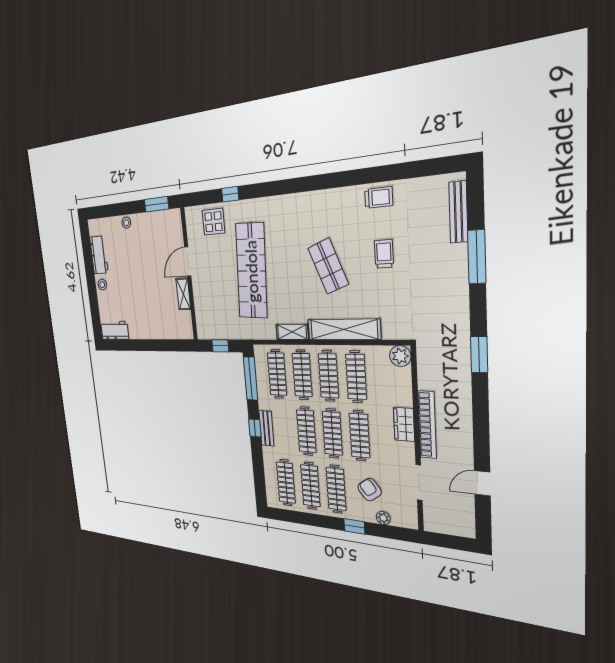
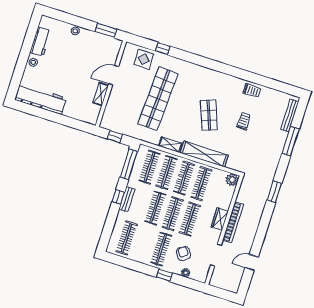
workbench: (115, 330) -> (41, 99), width x1.87, depth x1.32
clothes rail: (310, 486) -> (144, 243), removed

